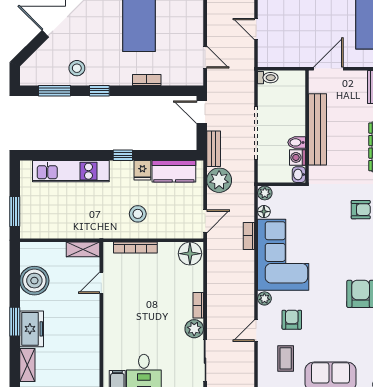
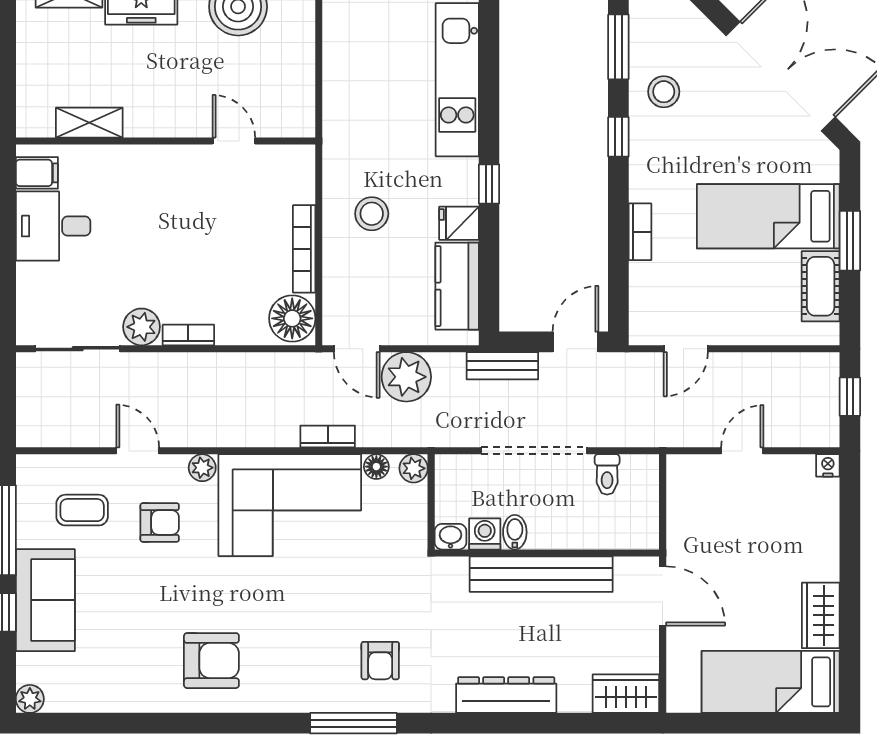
toilet: (268, 78) -> (607, 474), moved
plant: (219, 180) -> (406, 377), moved
bookcase: (135, 248) -> (304, 249), moved
shelving: (83, 249) -> (89, 123), moved, turned 90

